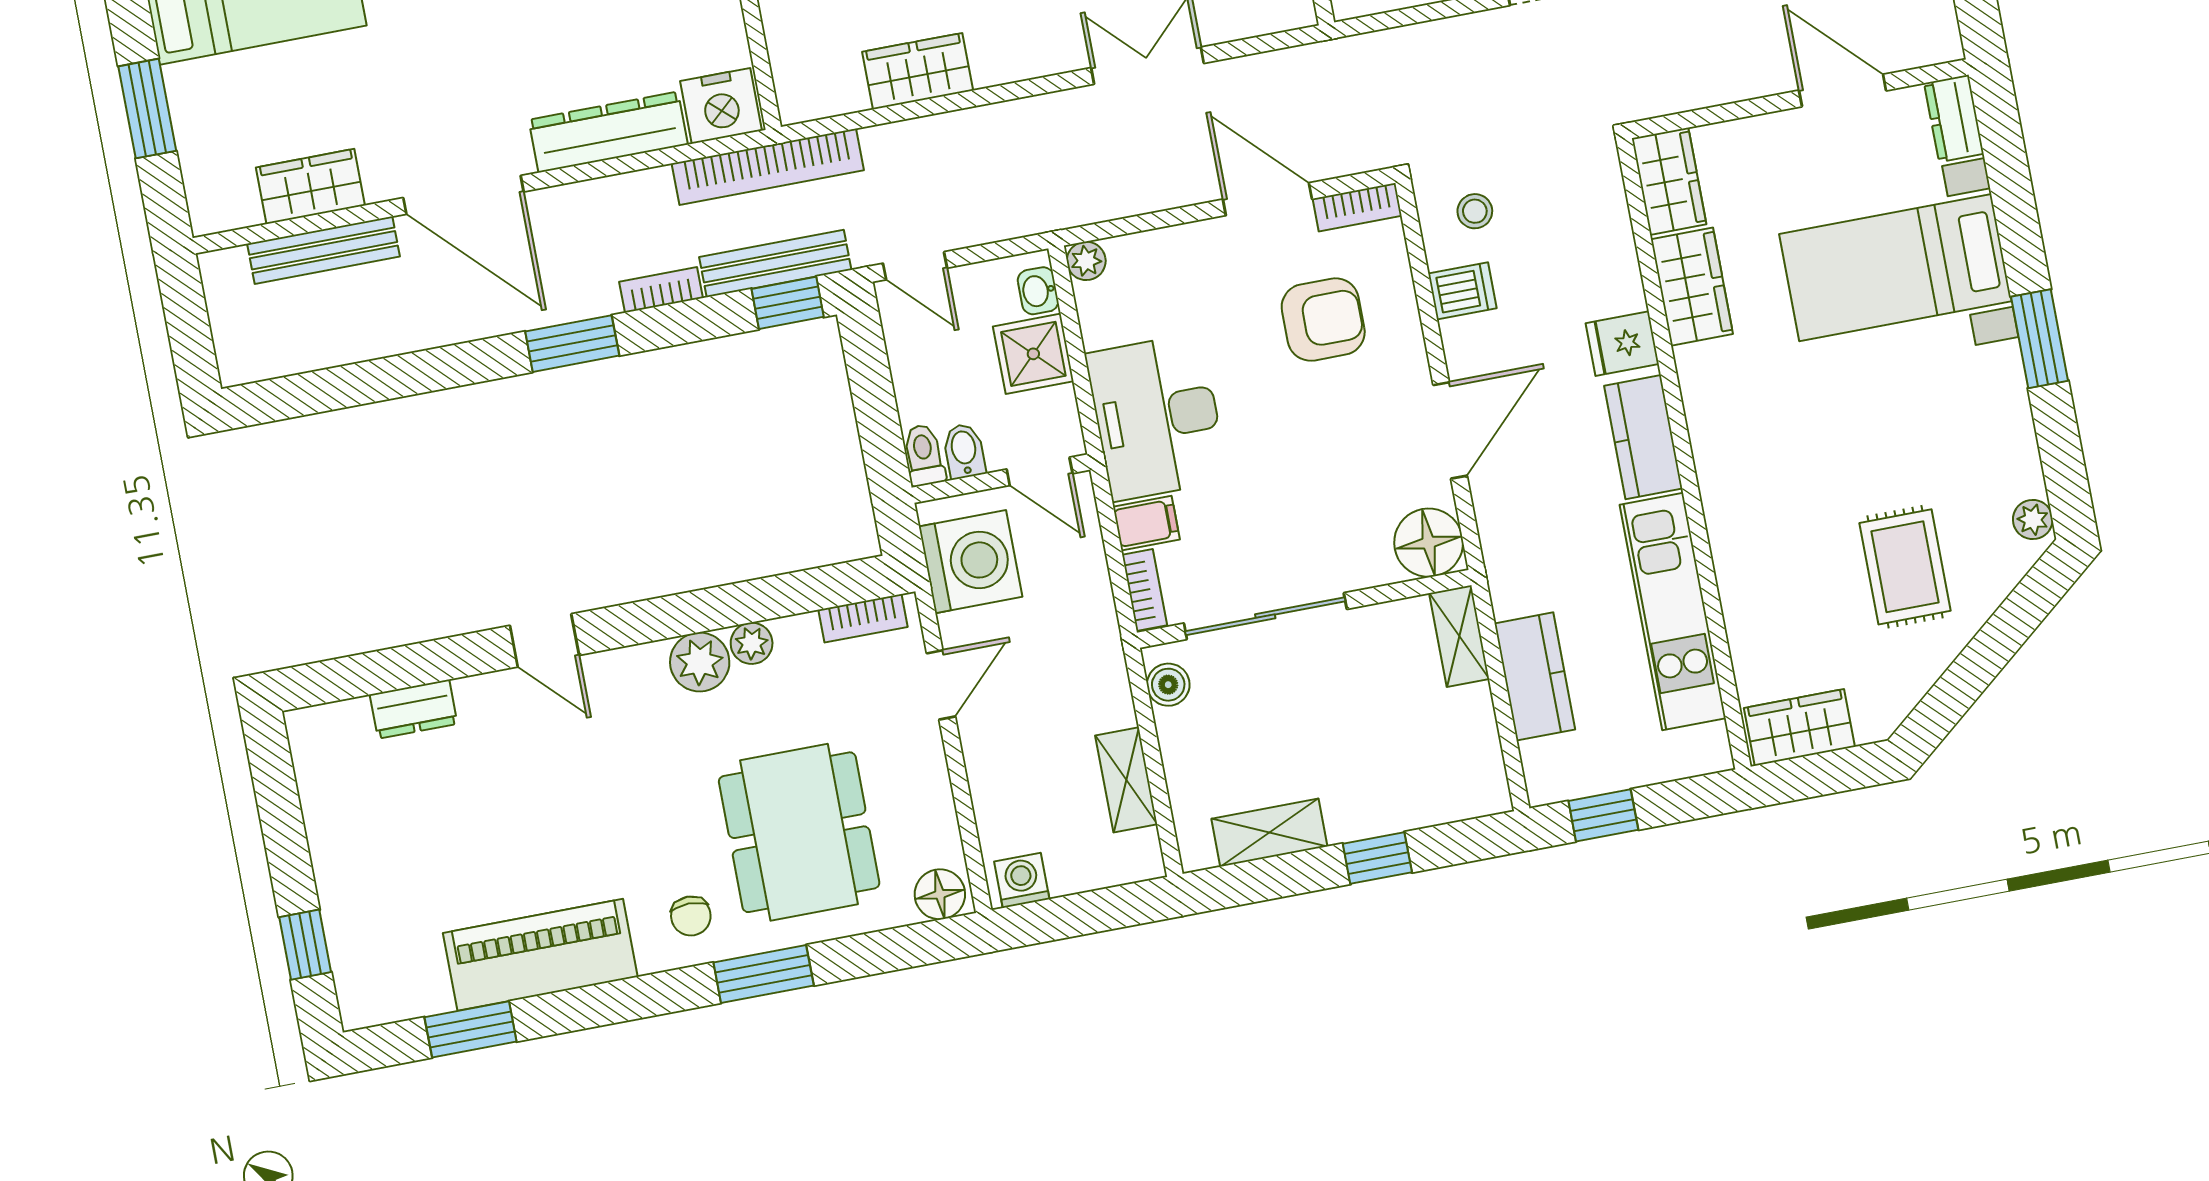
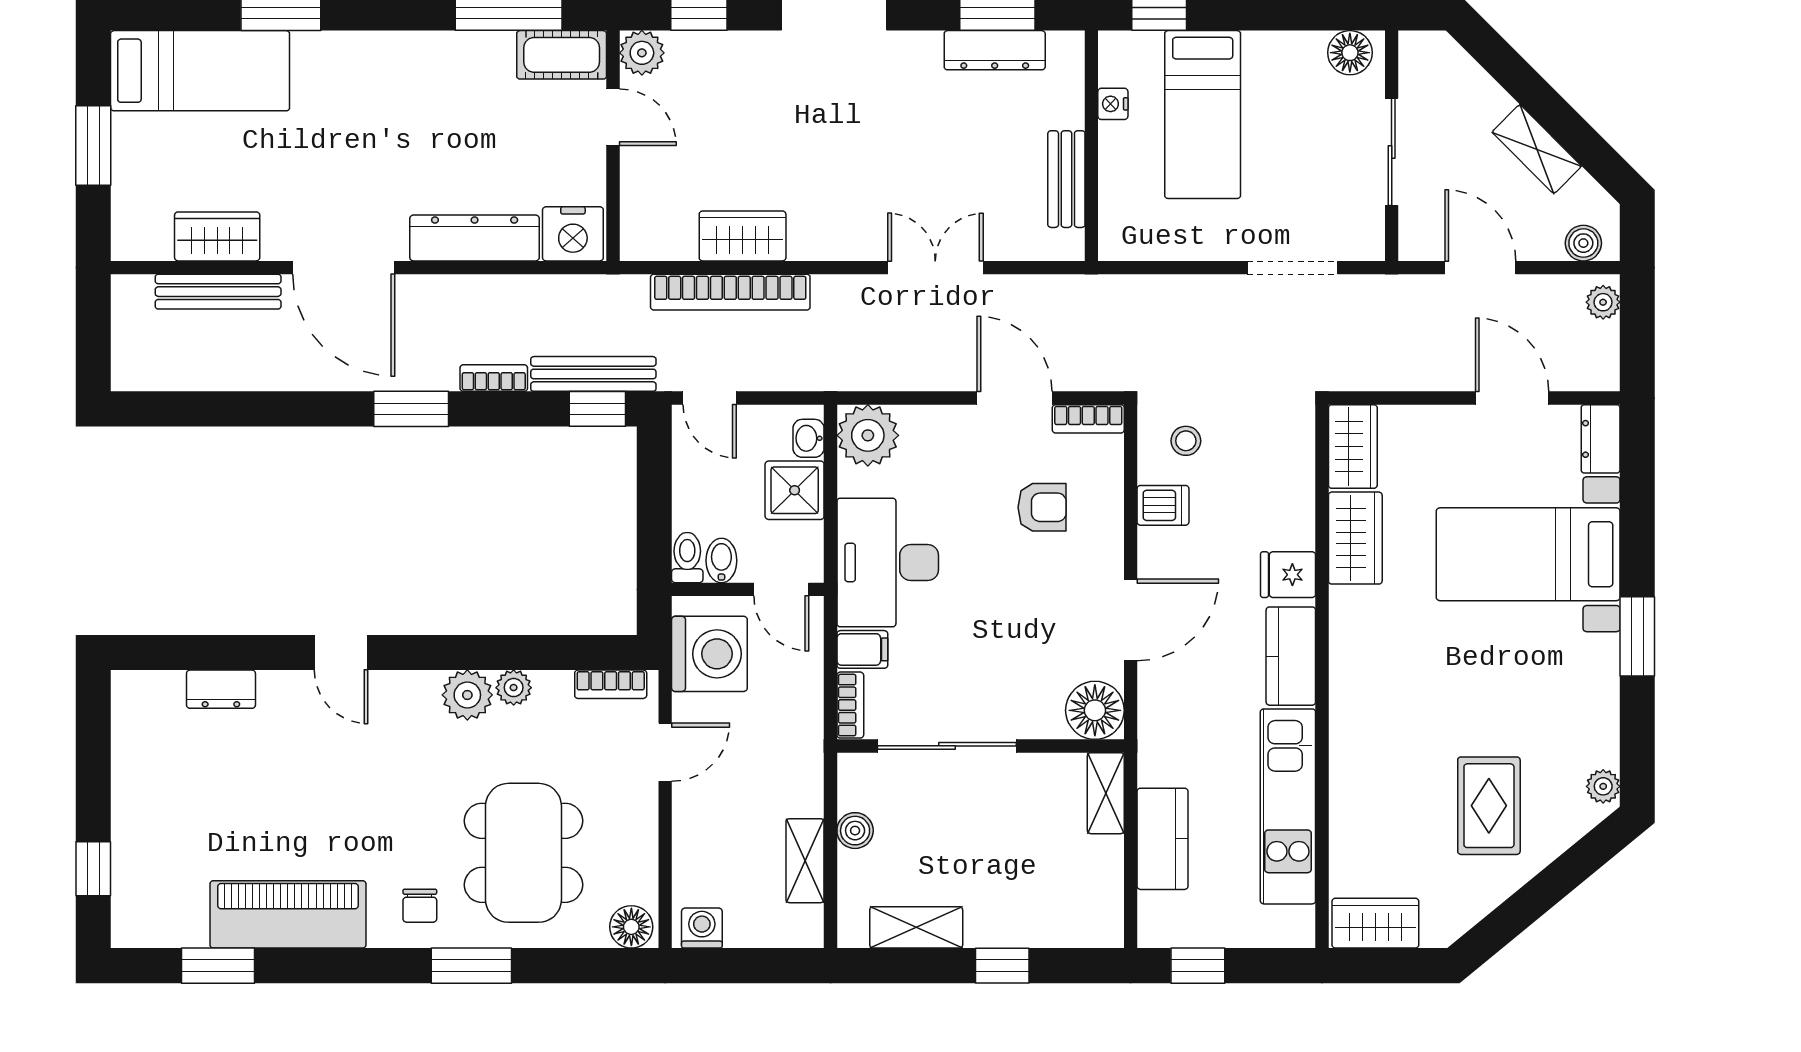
bookcase: (768, 167) -> (730, 292), moved
plant: (1086, 261) -> (868, 435), width x1.88, depth x1.88
armchair: (1323, 320) -> (1042, 507), width x0.72, depth x0.72
boiler: (1168, 685) -> (855, 831), moved

